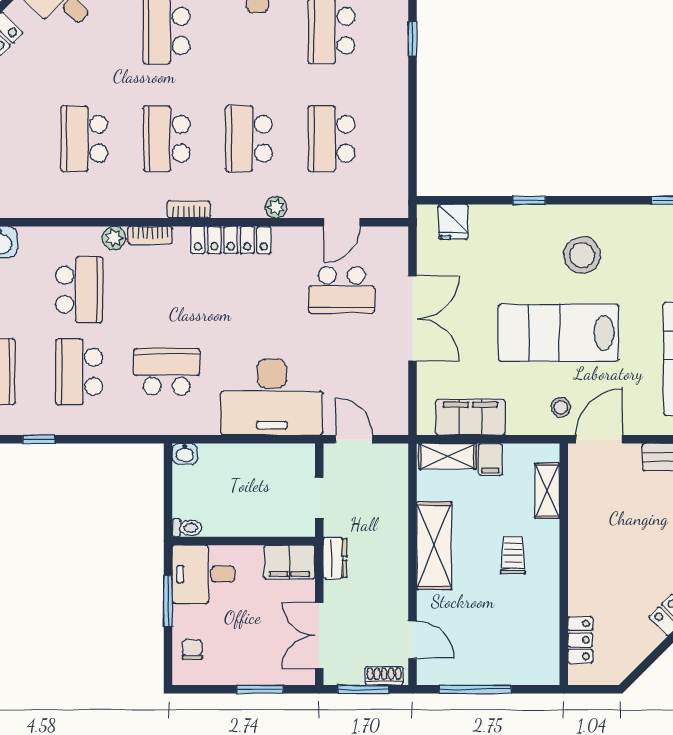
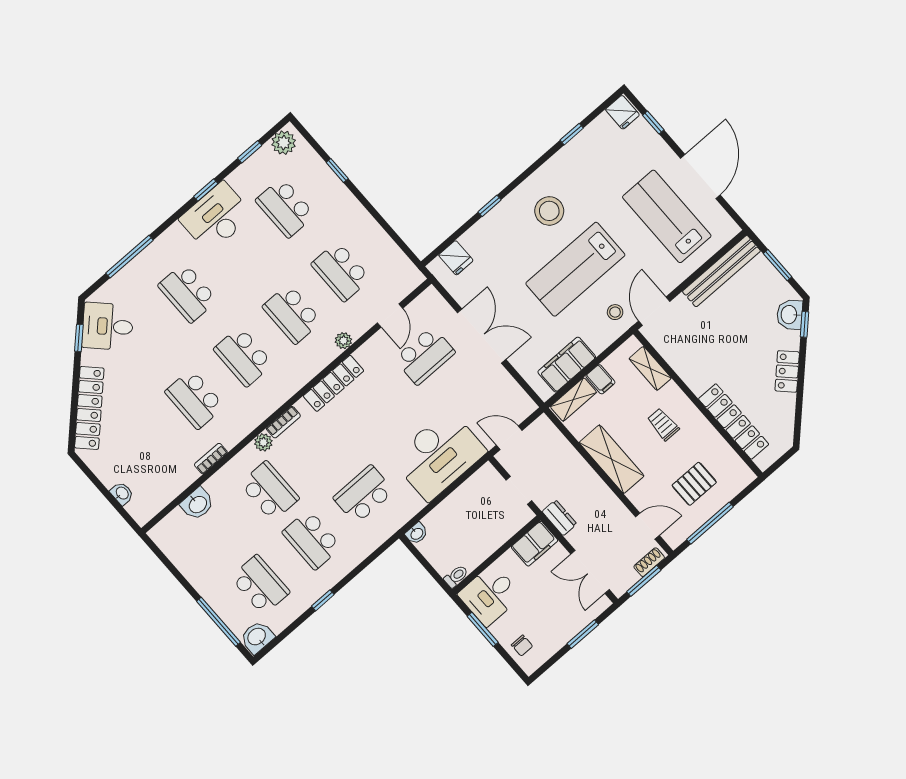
bookcase: (189, 209) -> (211, 459), moved
pallet: (493, 638) -> (694, 484), added
locker: (580, 640) -> (734, 422), width x2.16, depth x1.21
chair: (192, 649) -> (522, 646), turned 180

